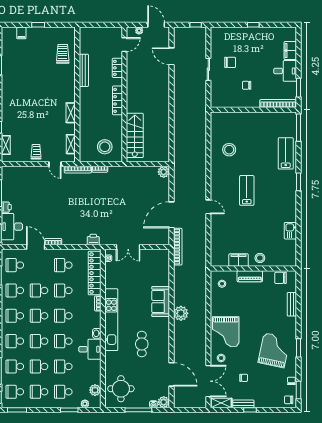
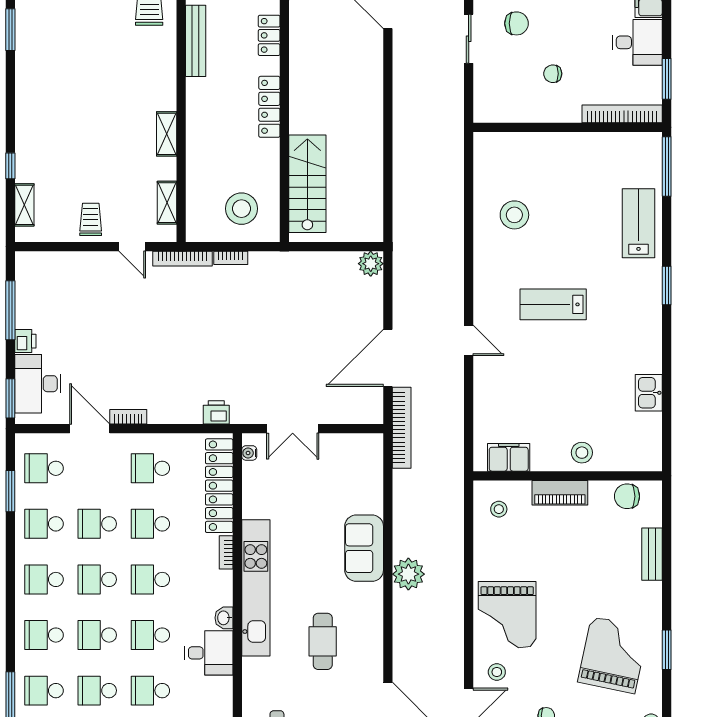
lab bench: (247, 190) -> (553, 304), turned -90
filing cabinet: (239, 260) -> (509, 457), moved

